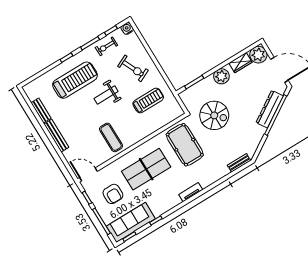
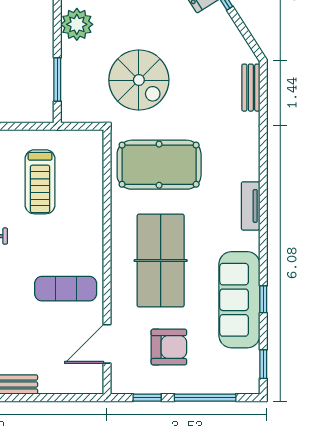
treadmill: (148, 100) -> (40, 182), turned 180
spiral stairs: (214, 115) -> (139, 80), turned 90
door: (88, 174) -> (107, 344), moved
sofa: (131, 222) -> (239, 300), moved

